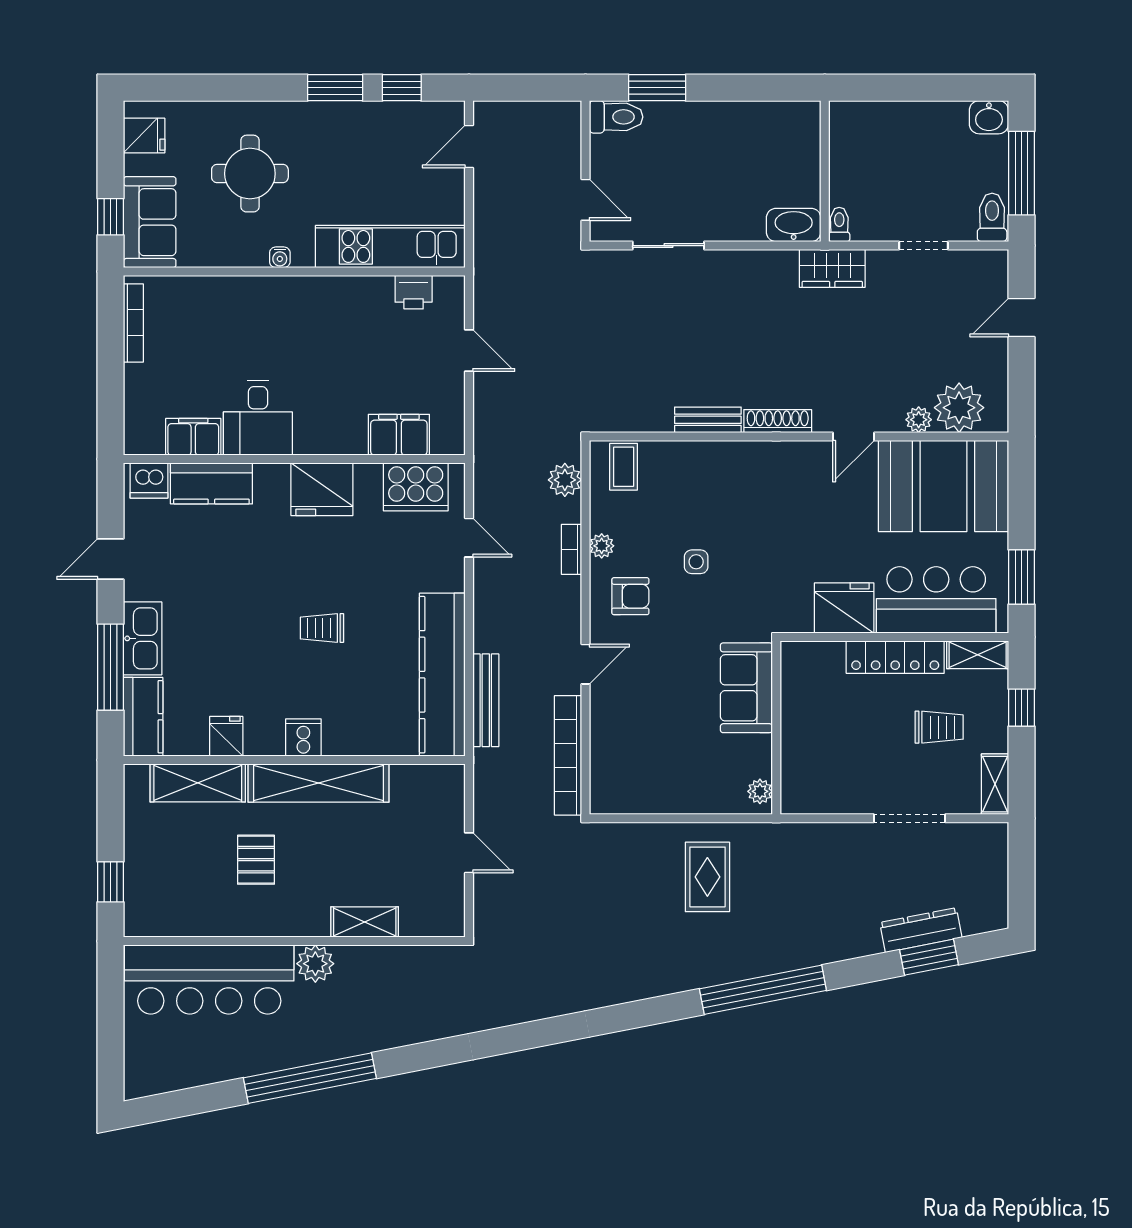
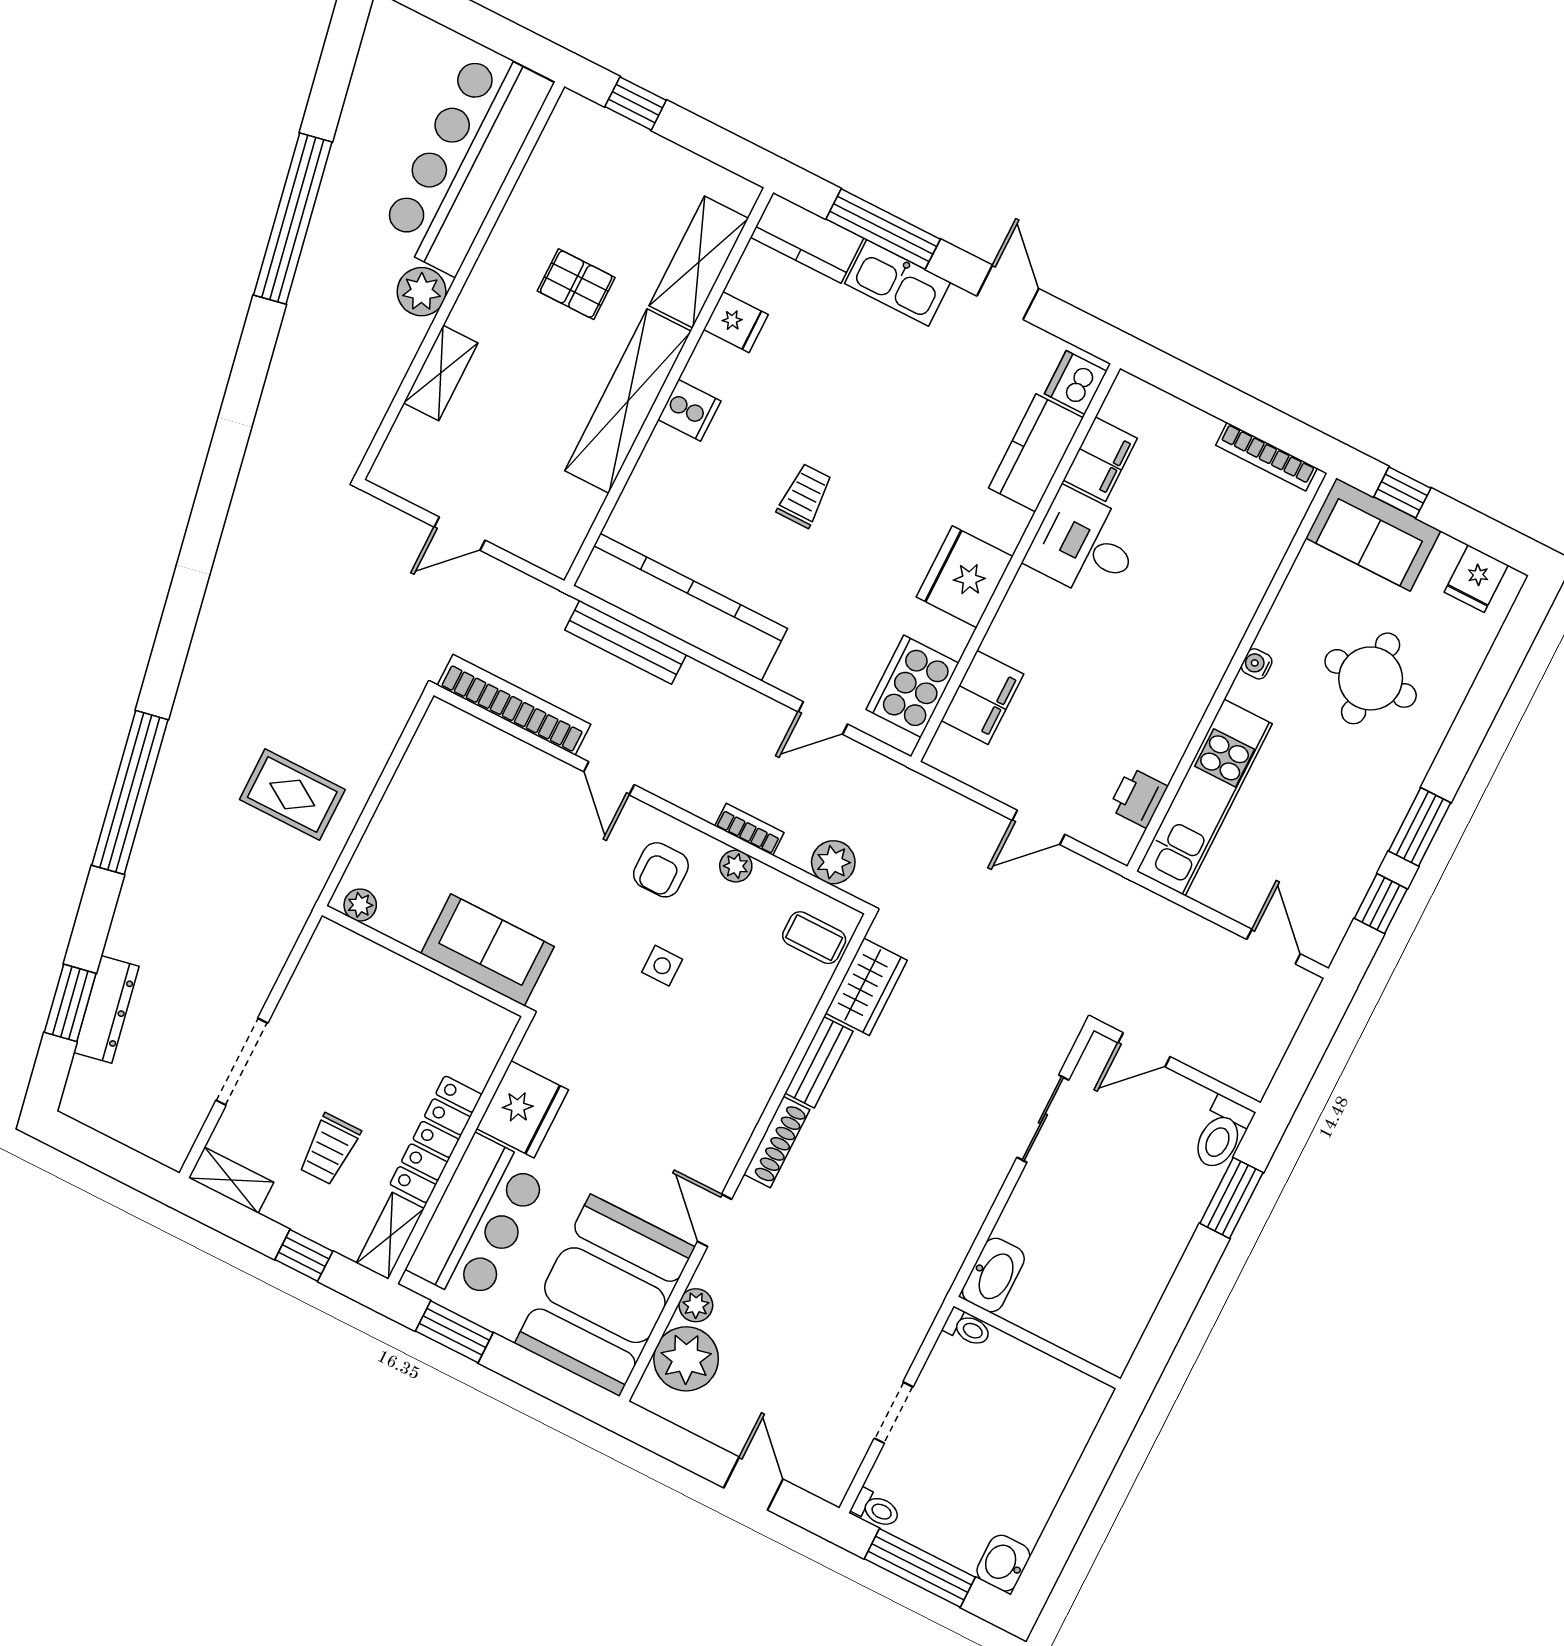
toilet: (992, 217) -> (876, 1509), width x0.73, depth x0.72
wardrobe: (832, 268) -> (866, 987), moved, turned 180

